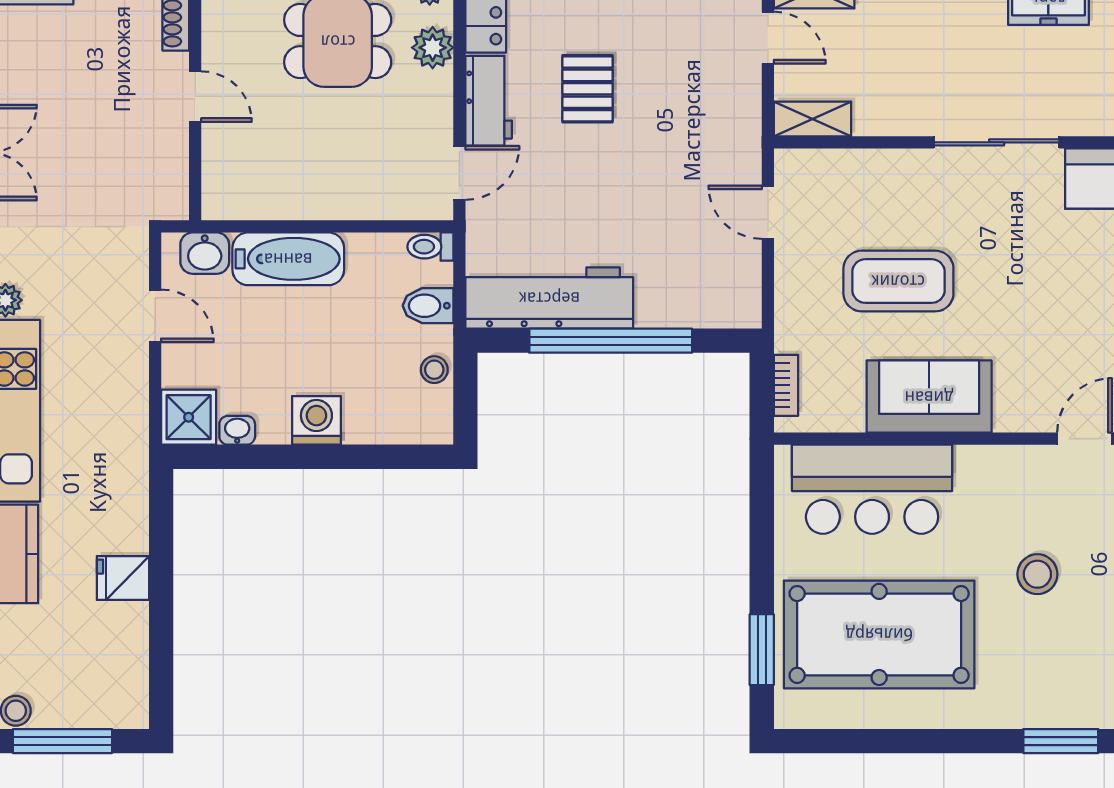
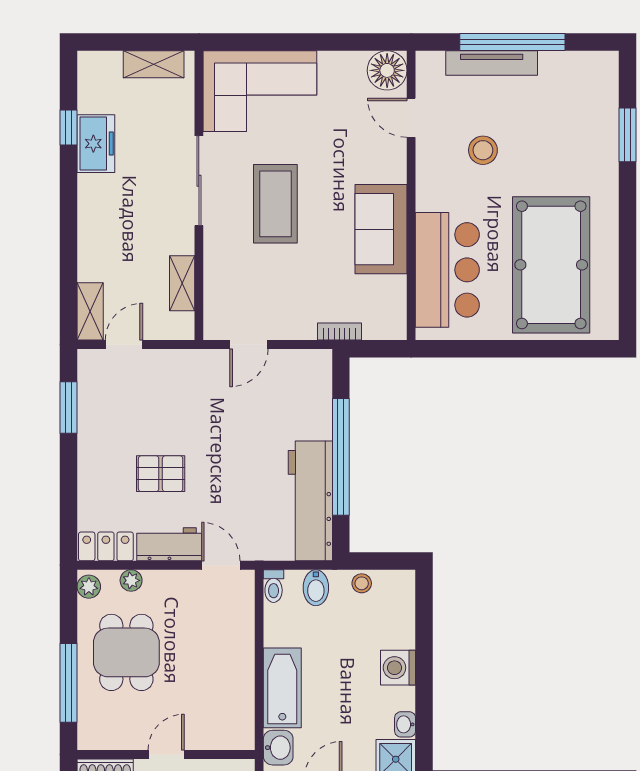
plant: (433, 48) -> (131, 580), width x0.73, depth x0.73
shelving: (813, 119) -> (182, 283), moved
coffee table: (898, 281) -> (275, 204), moved
bookcase: (786, 385) -> (339, 332), moved
stool: (1037, 574) -> (483, 150), moved
window: (762, 650) -> (562, 349), removed

